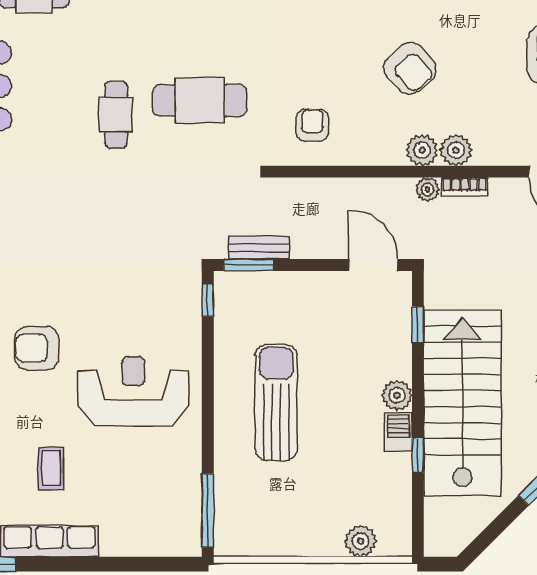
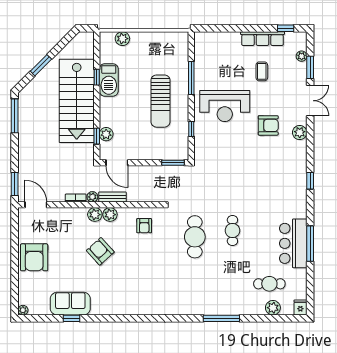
cafe table: (200, 100) -> (195, 237), turned 90
plant: (456, 150) -> (110, 215), moved
bench: (259, 248) -> (112, 197), moved
window: (208, 300) -> (191, 129), moved
plant: (397, 395) -> (106, 134), moved
barbecue: (398, 432) -> (109, 80), width x1.88, depth x1.53
window: (208, 510) -> (191, 78), moved

